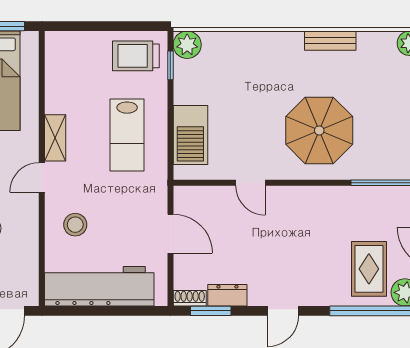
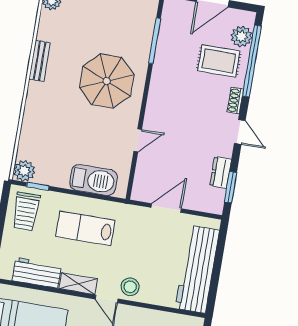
workbench: (60, 83) -> (37, 273), added
lab bench: (127, 135) -> (85, 228), turned 180
stool: (75, 225) -> (130, 287), moved
shoe rack: (190, 298) -> (235, 101), moved

